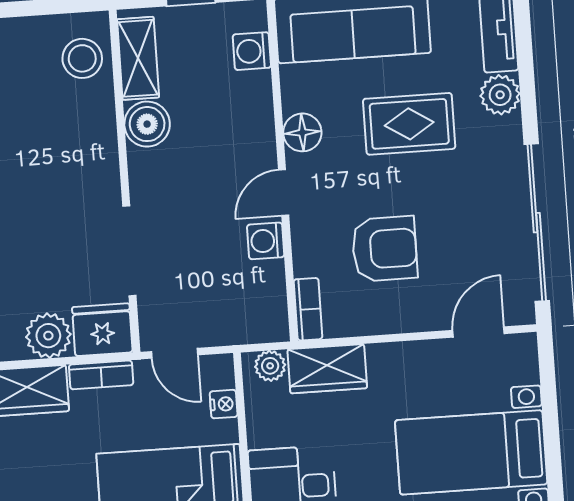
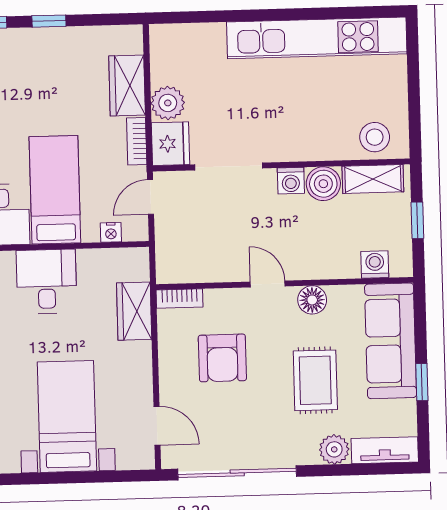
washing machine: (266, 241) -> (291, 181), moved, turned 180
plant: (270, 366) -> (138, 268), removed

